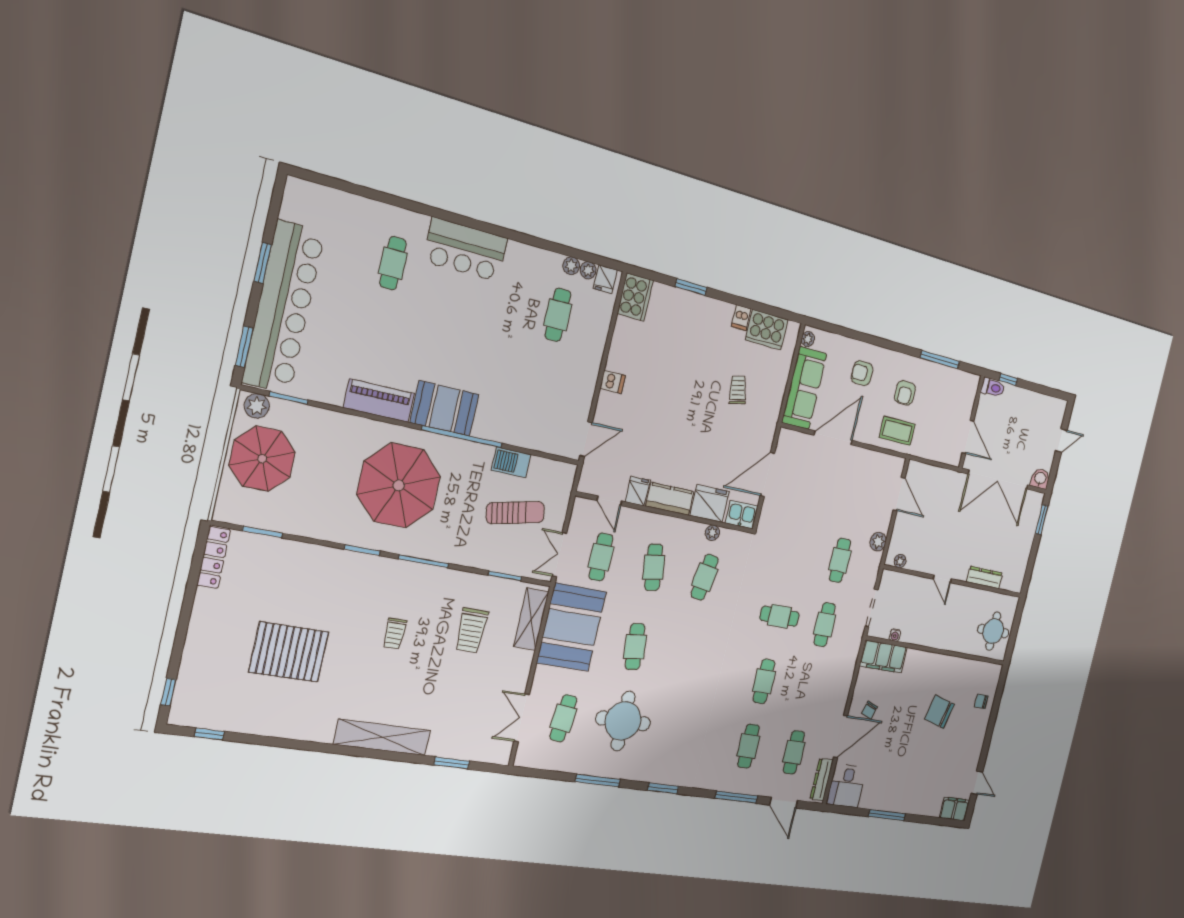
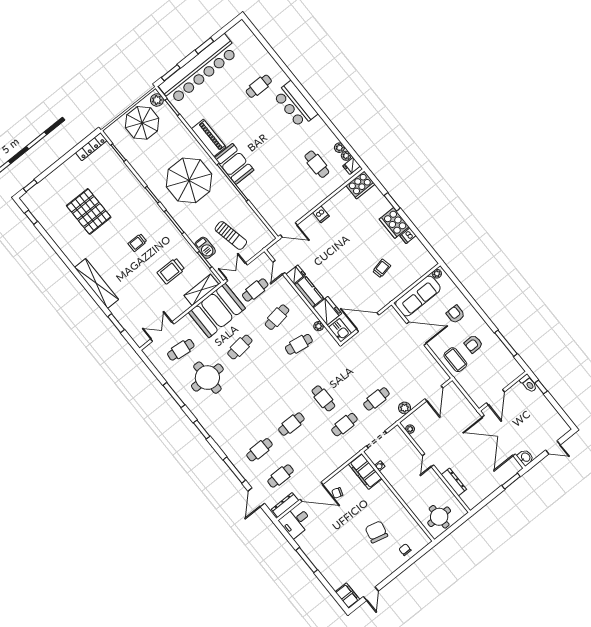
cafe table: (558, 315) -> (317, 164), turned 90
cooker: (767, 330) -> (394, 223), moved
barbecue: (511, 462) -> (205, 248), moved, turned 180

